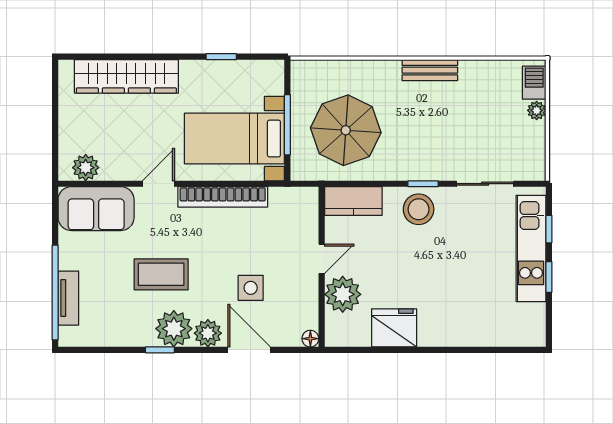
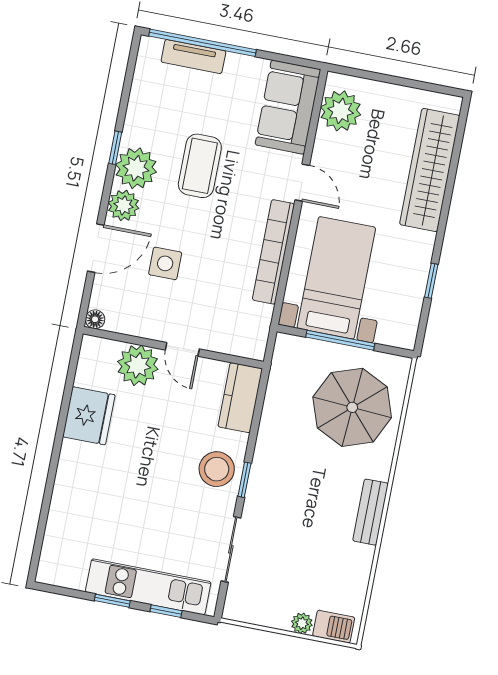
parasol: (346, 130) -> (352, 407), moved
plant: (86, 168) -> (341, 111), width x1.36, depth x1.36

